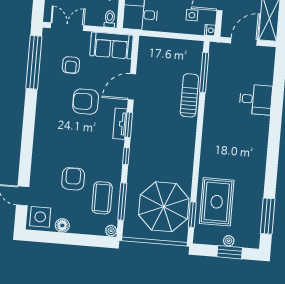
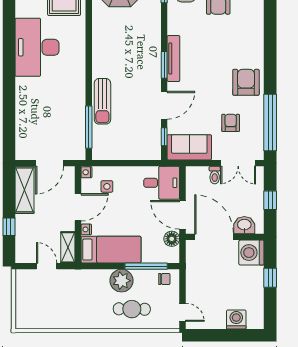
toilet: (110, 19) -> (215, 175), moved
desk: (256, 99) -> (37, 47), moved, width x1.87, depth x1.30
armchair: (86, 102) -> (246, 82), moved, turned -90
tv unit: (120, 124) -> (173, 58), width x1.41
window: (126, 156) -> (164, 137), moved

